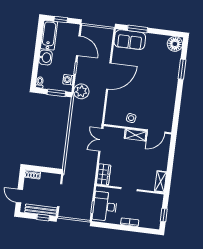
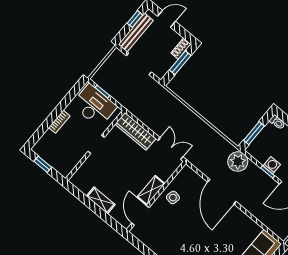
door: (109, 76) -> (222, 192), moved
washing machine: (68, 80) -> (272, 165), moved
window: (42, 169) -> (180, 63), added
wardrobe: (104, 175) -> (135, 131), width x1.50
shelving: (161, 182) -> (101, 200), moved
window: (43, 218) -> (135, 19), moved

